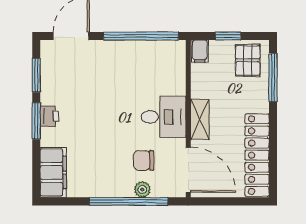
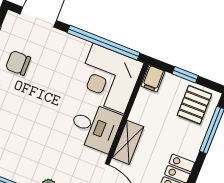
corner desk: (159, 67) -> (109, 78), added
chair: (144, 160) -> (18, 63), moved

